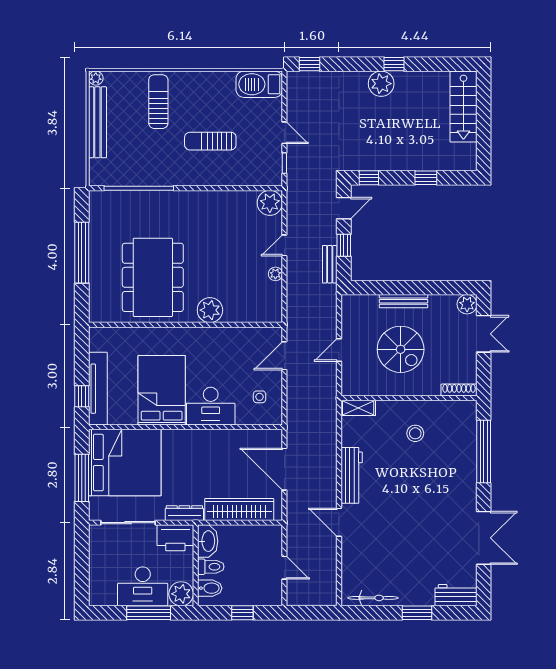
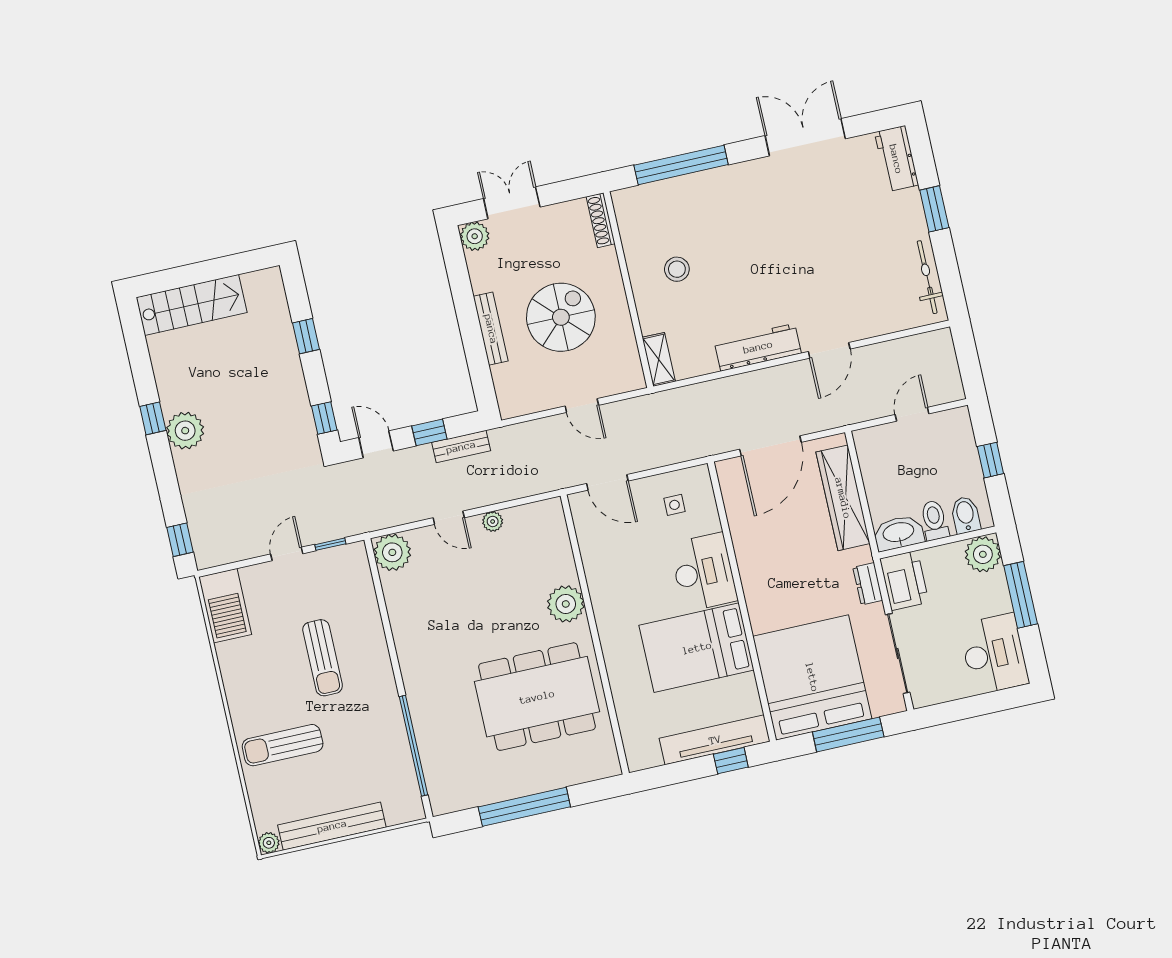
dresser: (184, 513) -> (868, 584), width x0.70
desk: (143, 586) -> (994, 654), moved

